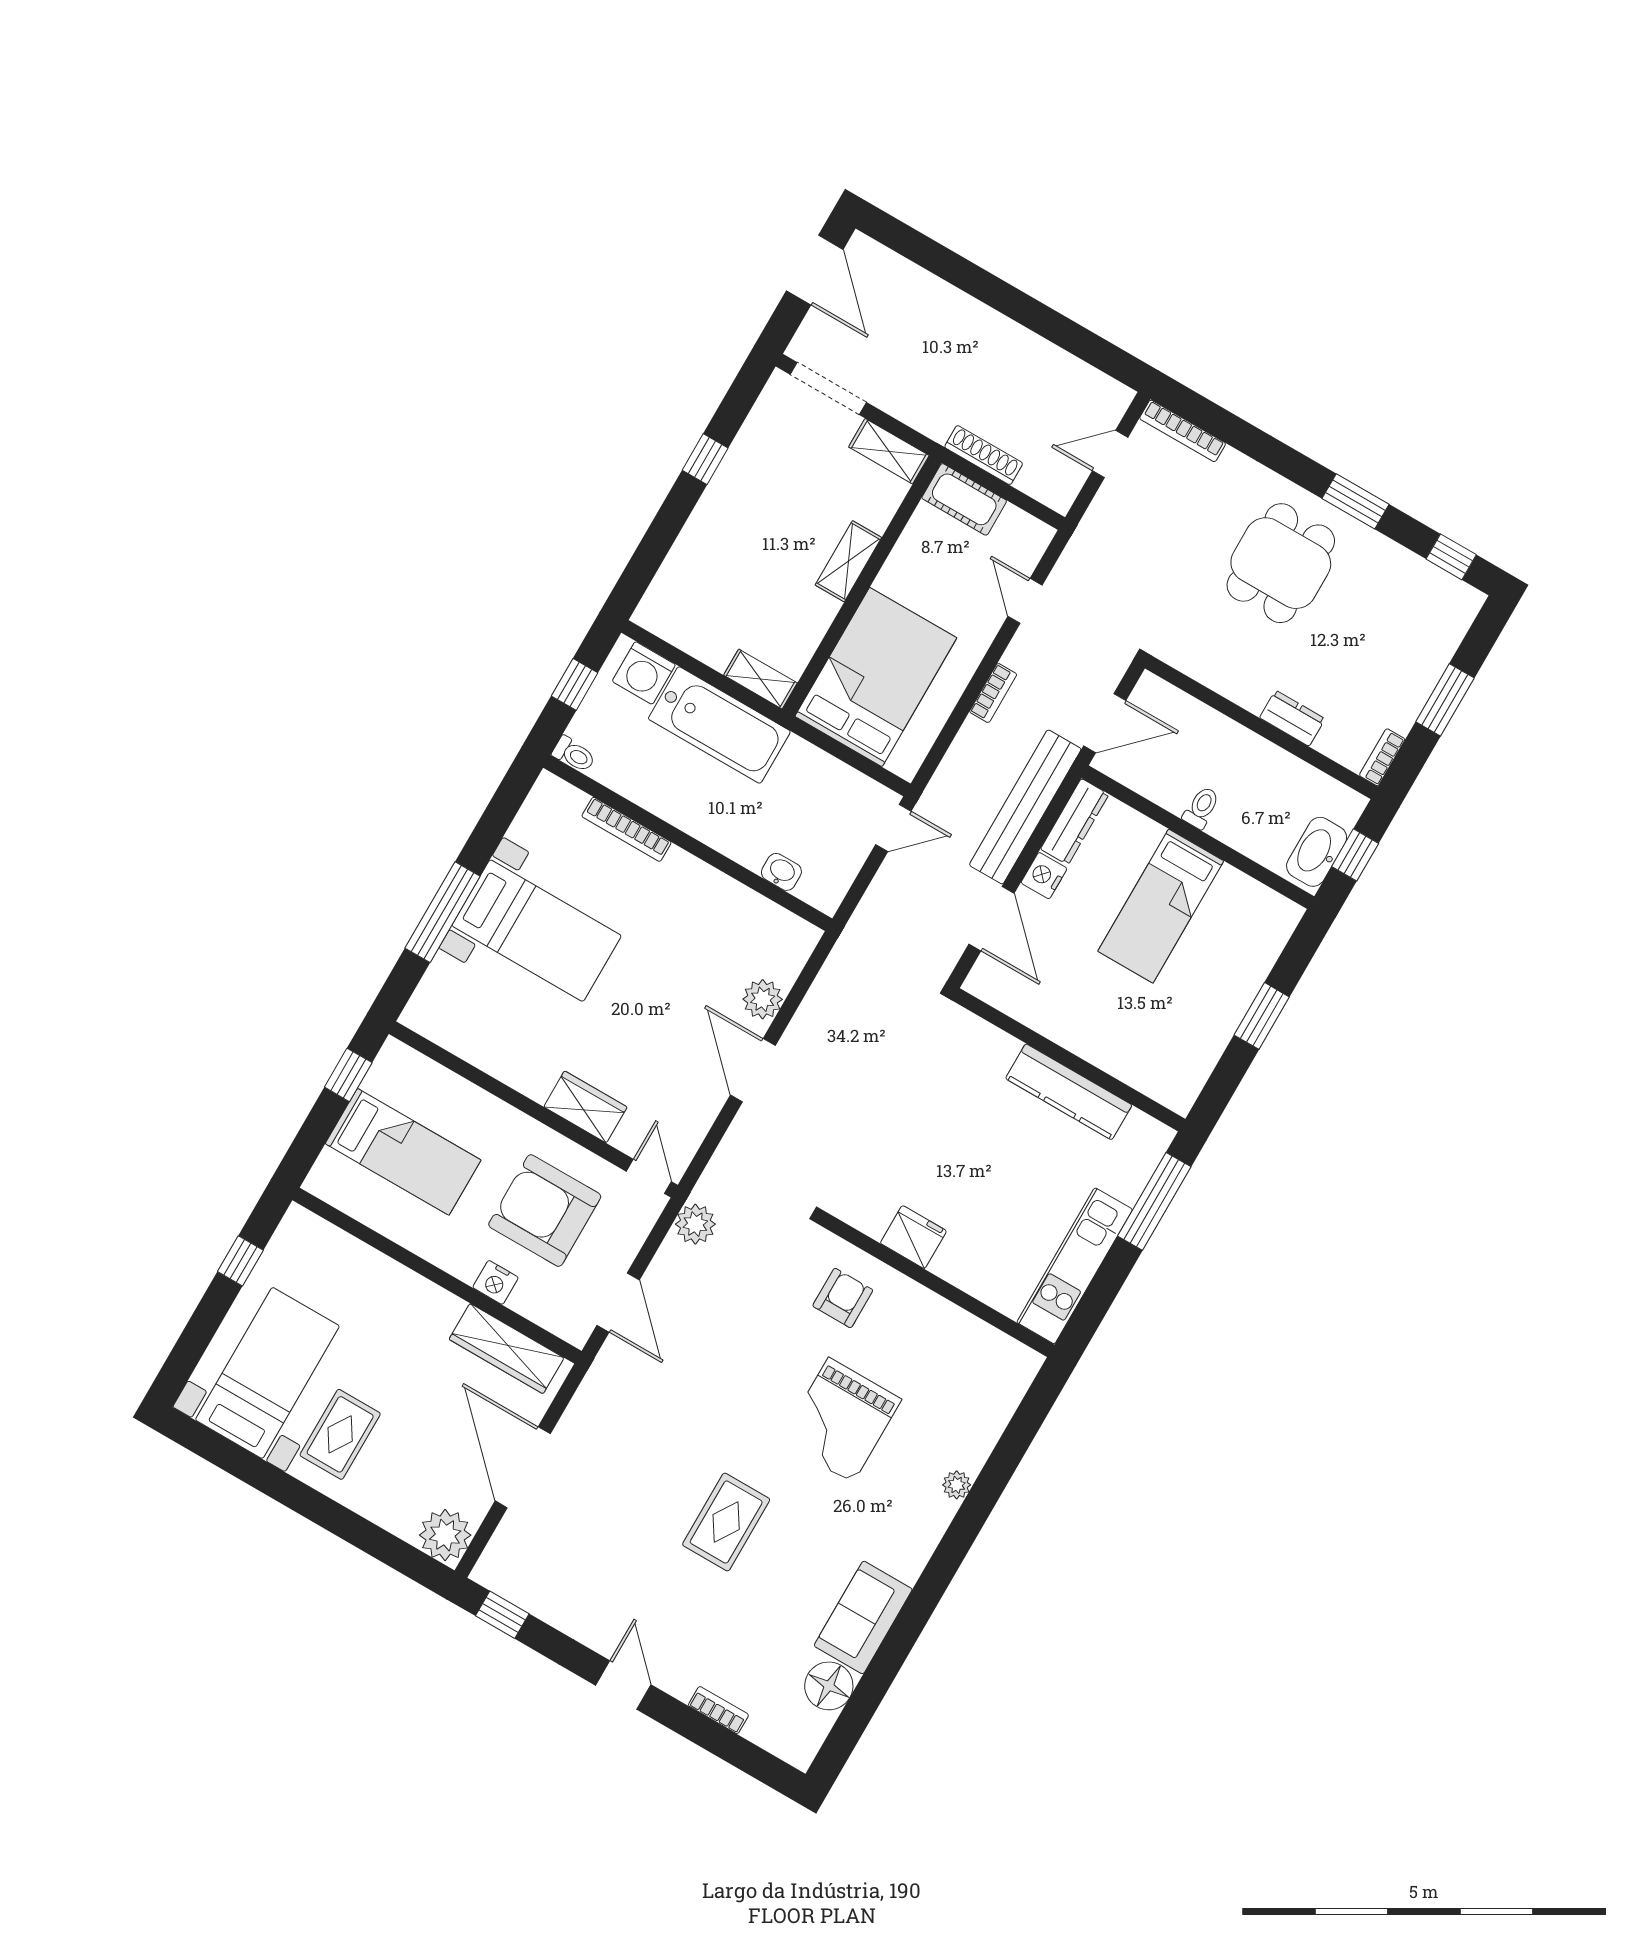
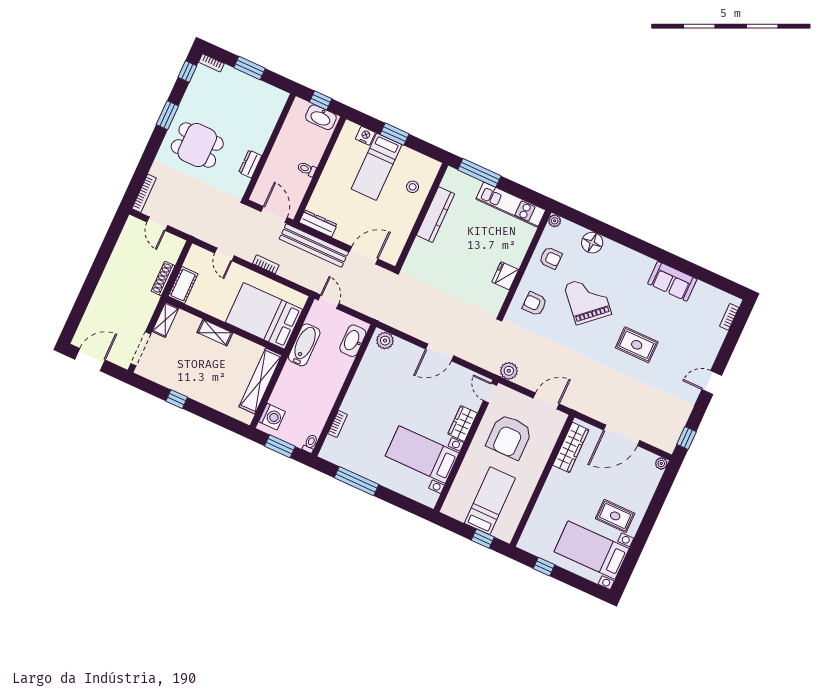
door: (1025, 601) -> (224, 254), hinge flipped
shelving: (760, 679) -> (260, 381), width x2.20, depth x1.33
window: (575, 684) -> (280, 446), width x1.50
dresser: (1292, 718) -> (250, 164), moved
bathtub: (719, 725) -> (304, 345), moved, width x0.73, depth x0.73
bookcase: (1382, 757) -> (211, 63), moved
bookcase: (626, 829) -> (338, 424), width x0.64
washbasin: (781, 872) -> (353, 341), width x1.91, depth x1.45
nightstand: (1044, 876) -> (365, 136), moved, turned 180
bed: (1161, 906) -> (377, 167), moved, turned 90
window: (443, 912) -> (356, 481), moved
bed with nightstands: (537, 931) -> (422, 455), moved, turned -90
plant: (763, 999) -> (385, 341), moved
stool: (1137, 1045) -> (413, 187), added
window: (348, 1075) -> (483, 539), moved
door: (649, 1176) -> (490, 393), hinge flipped
nightstand: (496, 1282) -> (543, 455), removed
armchair: (944, 1345) -> (551, 258), added
grand piano: (841, 1420) -> (588, 299), turned -132
plant: (957, 1485) -> (555, 221), moved
plant: (445, 1535) -> (661, 464), width x0.53, depth x0.53
floor lamp: (829, 1686) -> (592, 243), moved
bookcase: (718, 1710) -> (729, 317), moved

